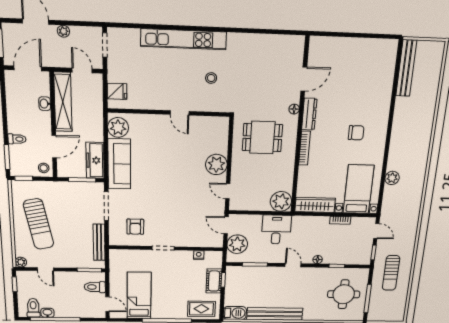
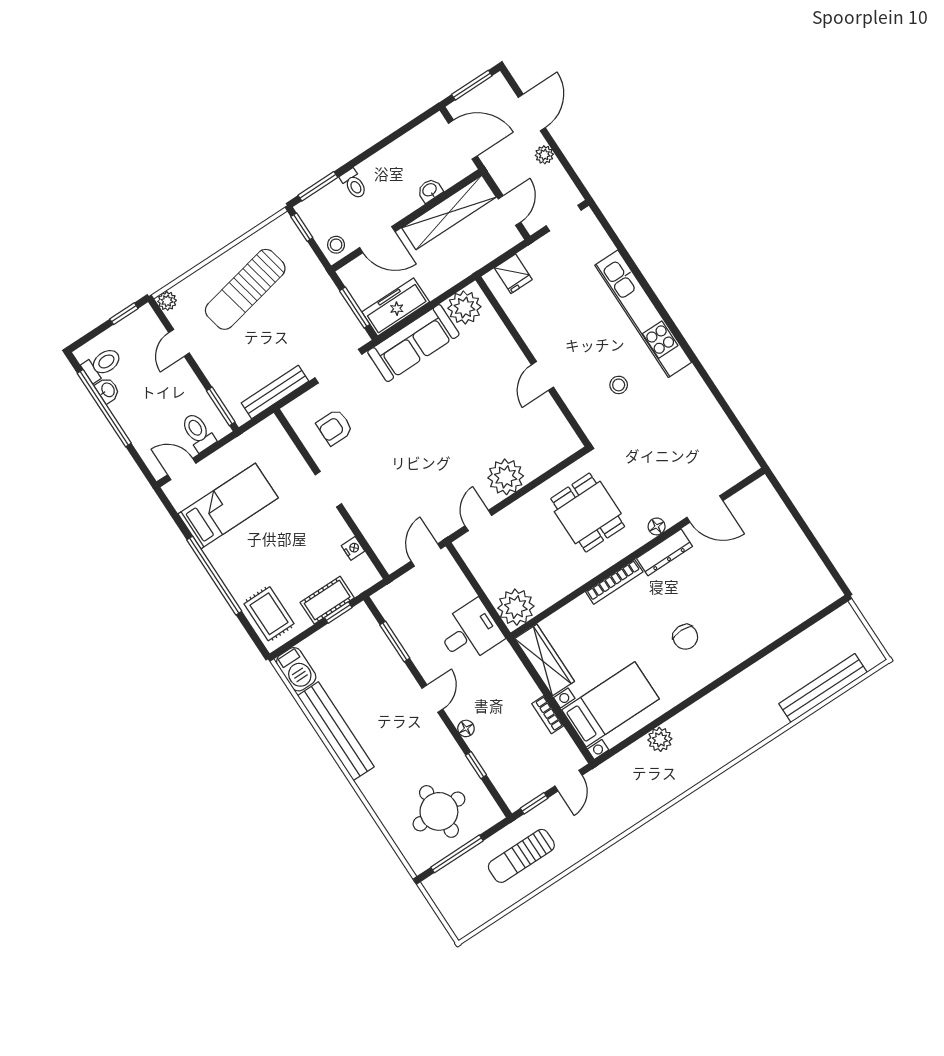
bench: (406, 68) -> (823, 688), moved
plant: (237, 244) -> (408, 592), removed
door: (107, 304) -> (182, 469), swing flipped

